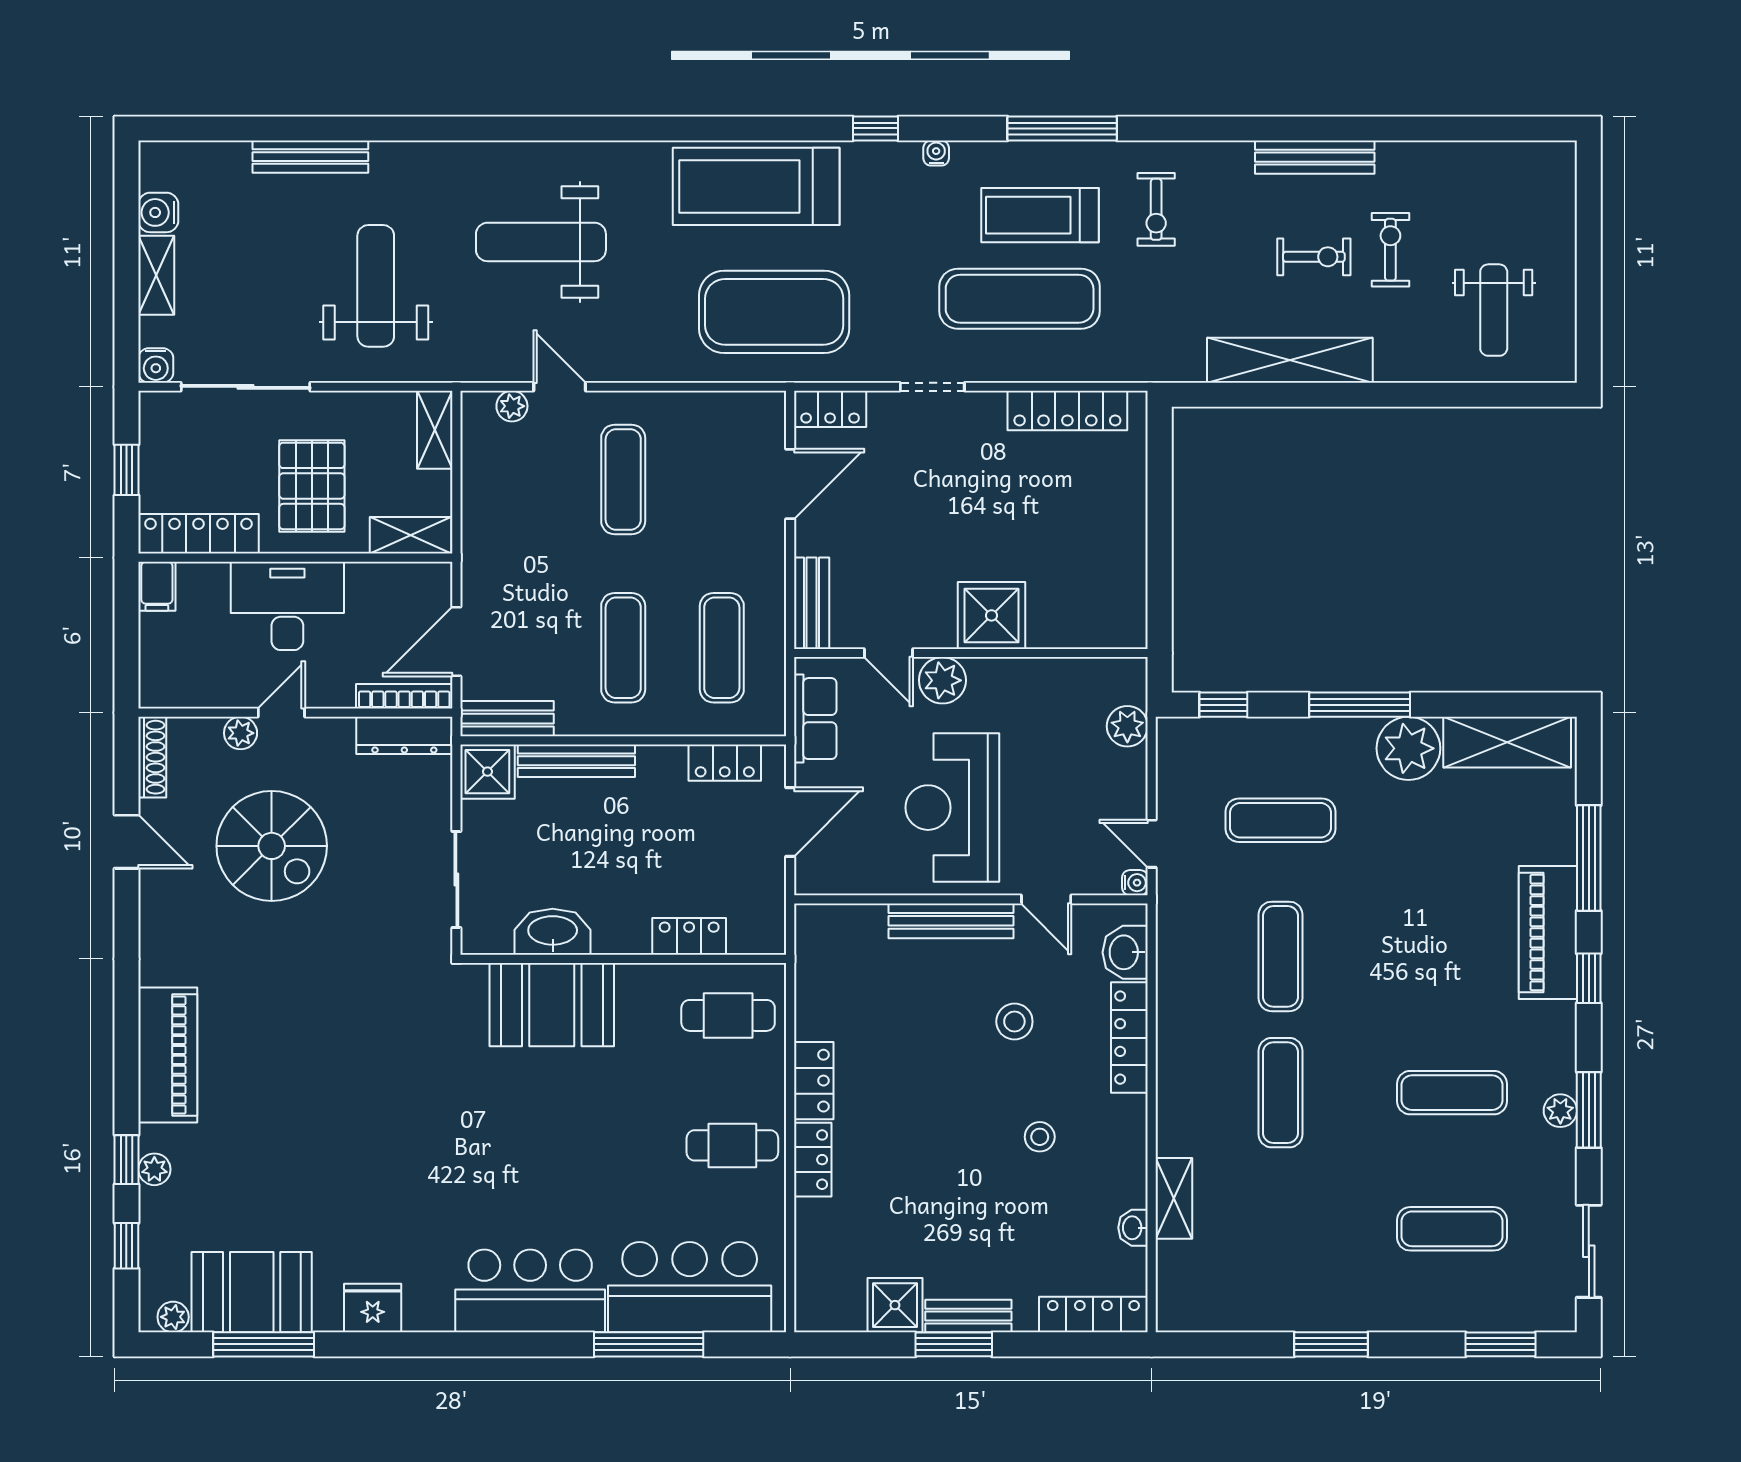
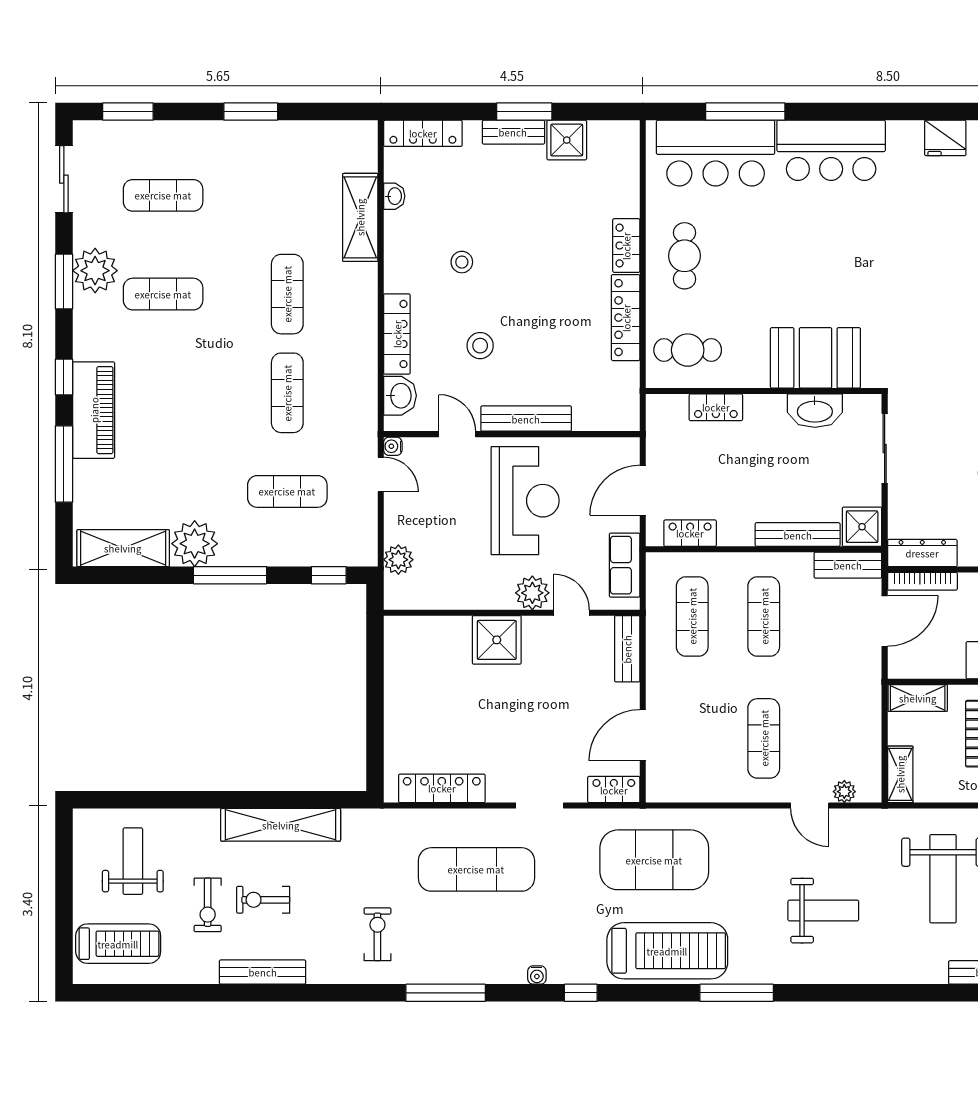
window: (661, 128) -> (737, 993), added
treadmill: (1040, 215) -> (118, 944), moved
weight bench: (541, 242) -> (823, 911), width x0.73, depth x0.75
locker: (814, 1081) -> (626, 318), width x1.53
plant: (1560, 1111) -> (95, 271), width x1.88, depth x1.88
cafe table: (732, 1145) -> (685, 256), turned 90
shelving: (1174, 1198) -> (360, 217), width x1.50, depth x1.33

